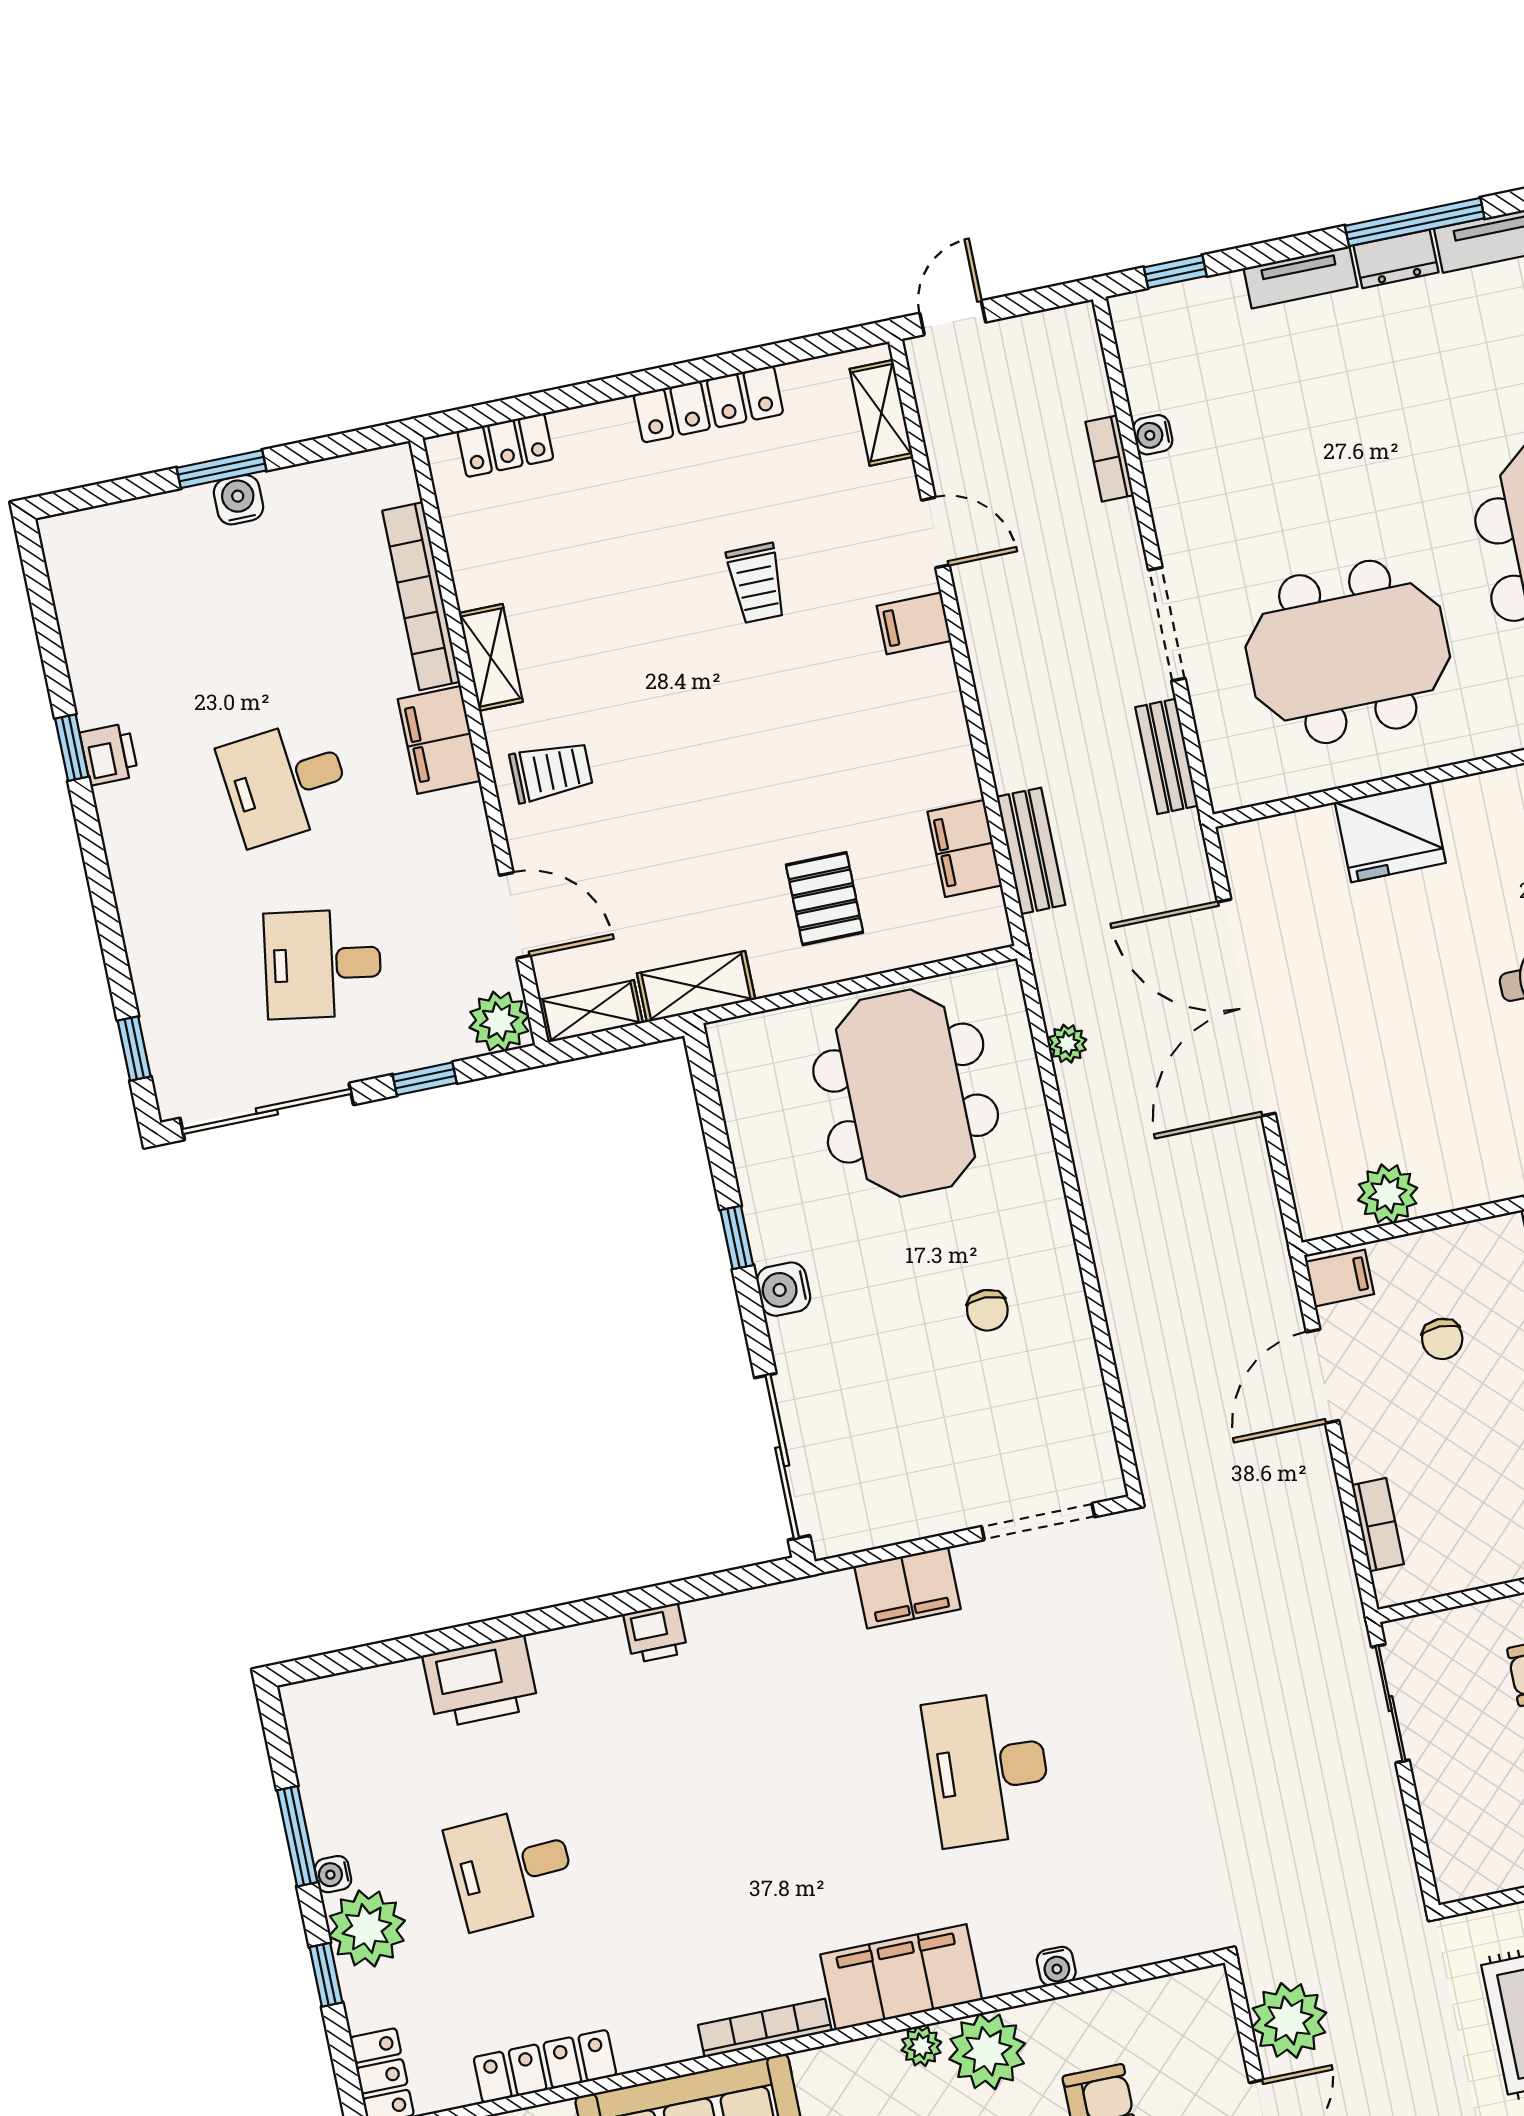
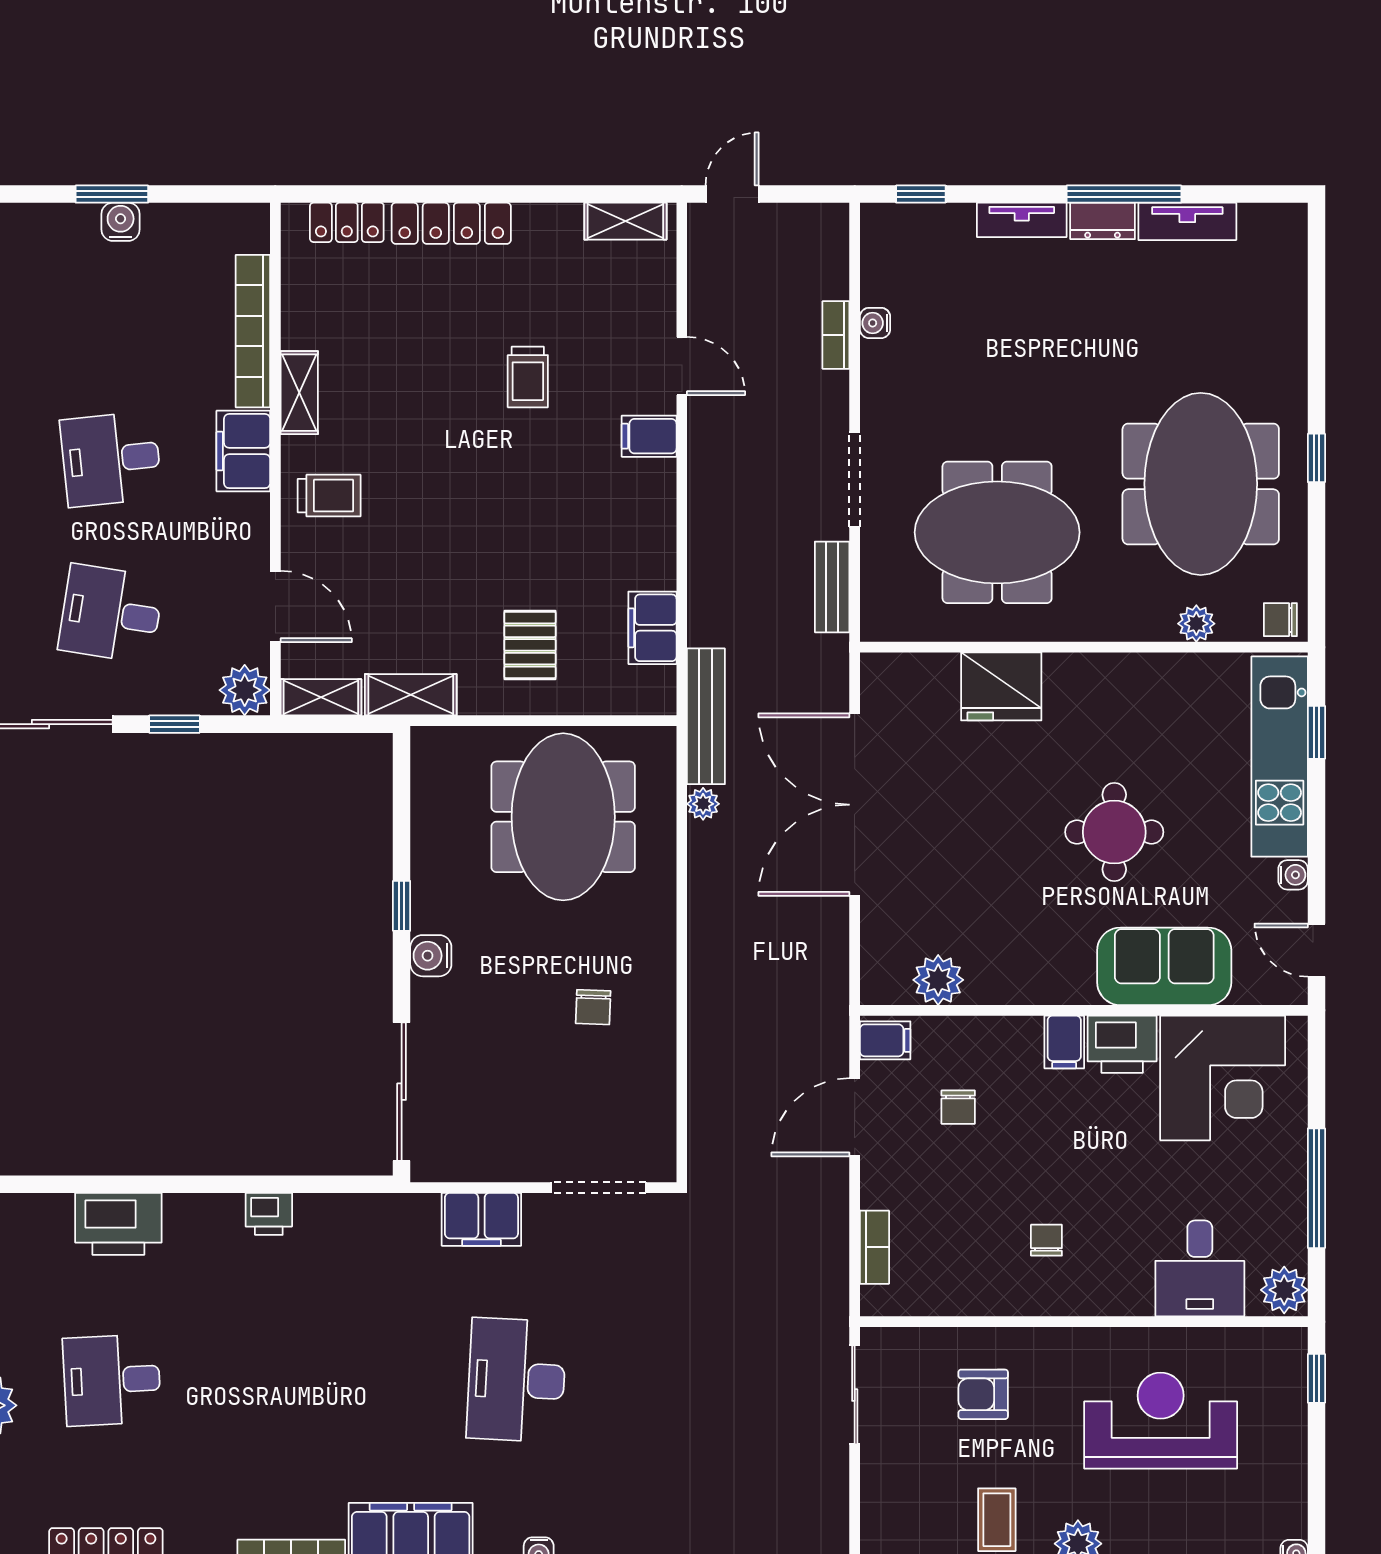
locker: (708, 404) -> (451, 223), moved
shelving: (881, 413) -> (625, 221), moved, turned 90
bench: (1031, 851) -> (706, 716), moved, width x1.36

